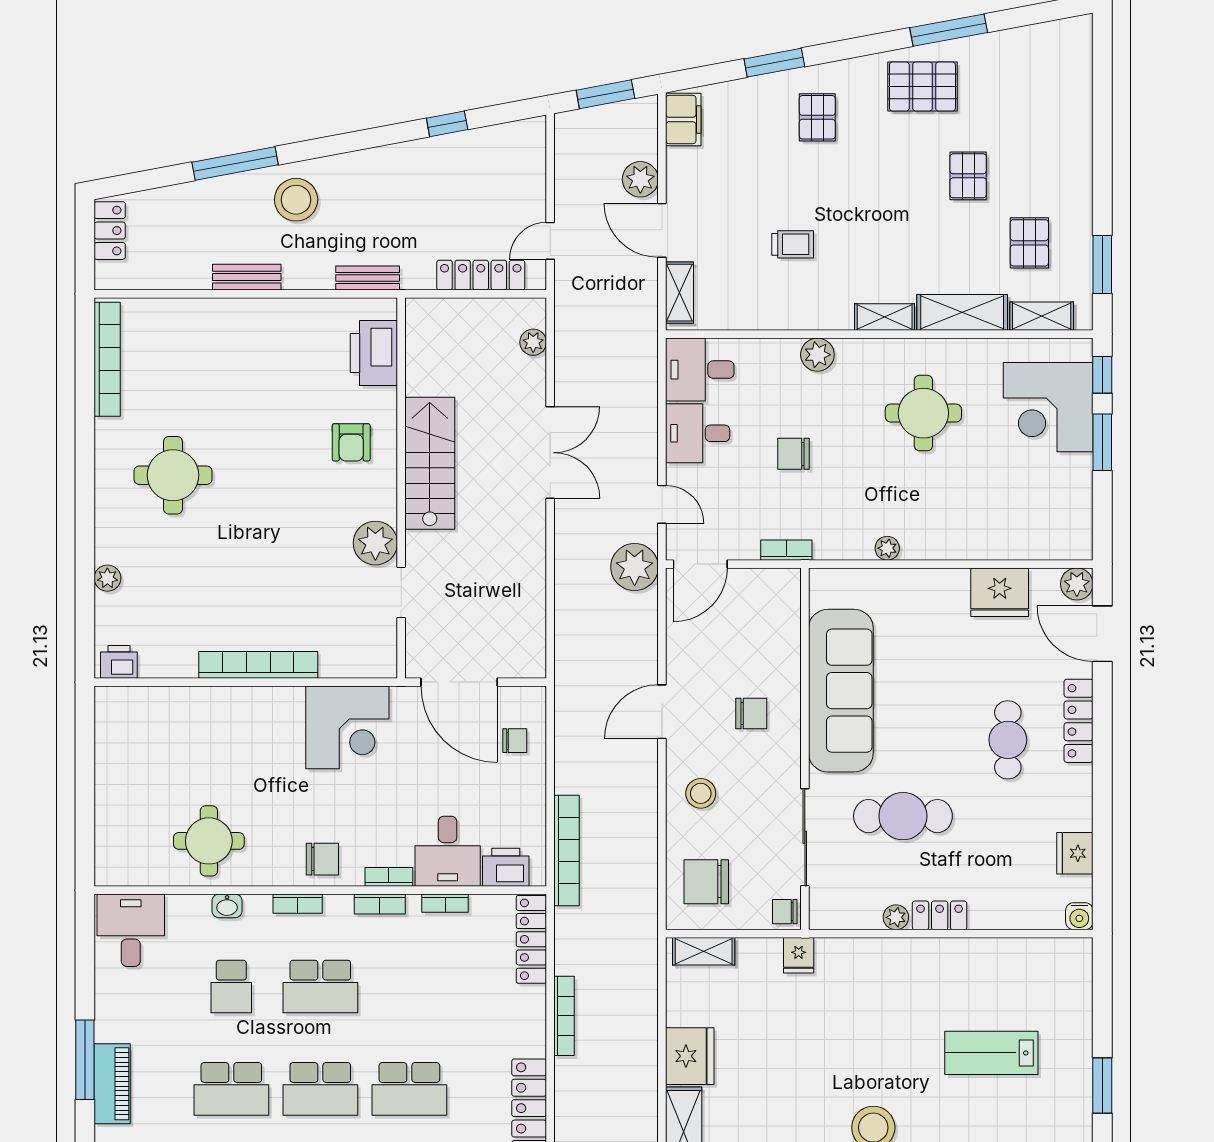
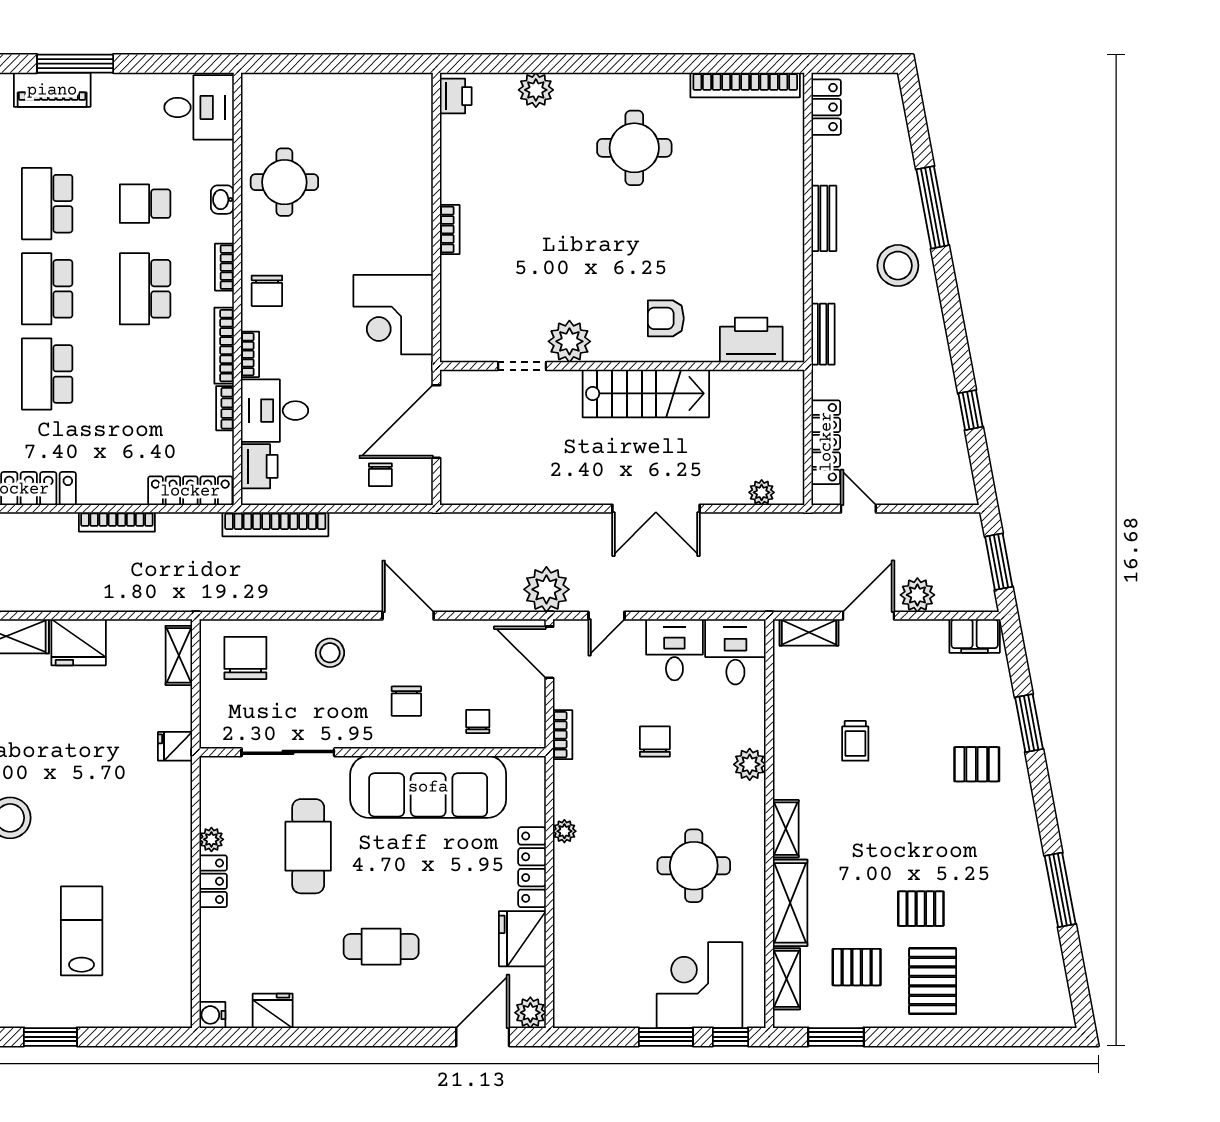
pallet: (922, 86) -> (933, 981), moved
locker: (110, 231) -> (826, 107), moved, turned -90
plant: (107, 578) -> (536, 90), width x1.38, depth x1.38
bookcase: (258, 665) -> (450, 229), width x0.43, depth x0.76
locker: (1079, 721) -> (532, 867), moved, turned -90
bookcase: (380, 904) -> (224, 346), width x1.56
chair: (785, 912) -> (478, 721), moved

